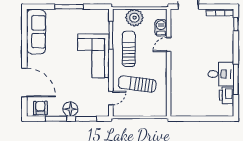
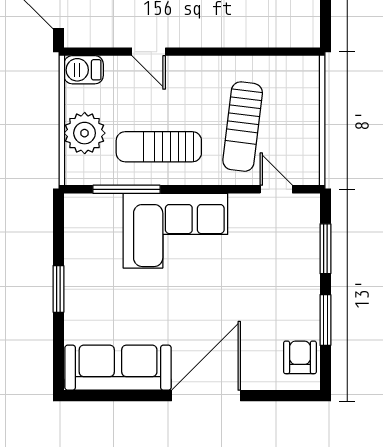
window: (69, 7) -> (58, 289), width x0.69
barbecue: (161, 28) -> (84, 70), moved
door: (24, 82) -> (206, 396), moved
armchair: (40, 108) -> (300, 357), turned 90
floor lamp: (70, 109) -> (303, 286), removed

